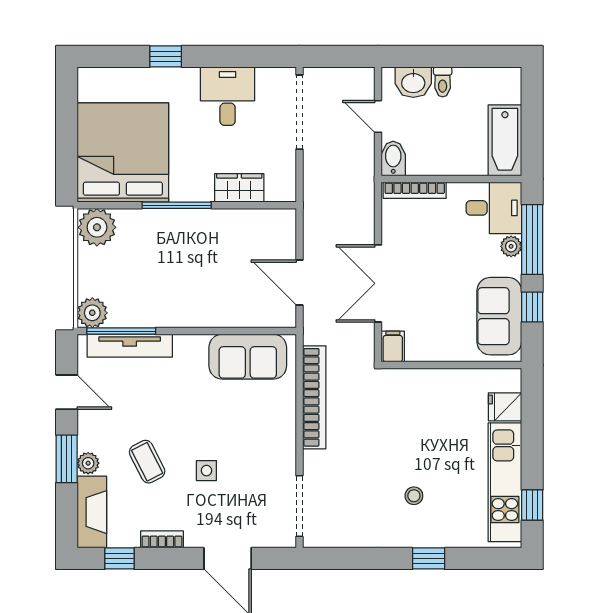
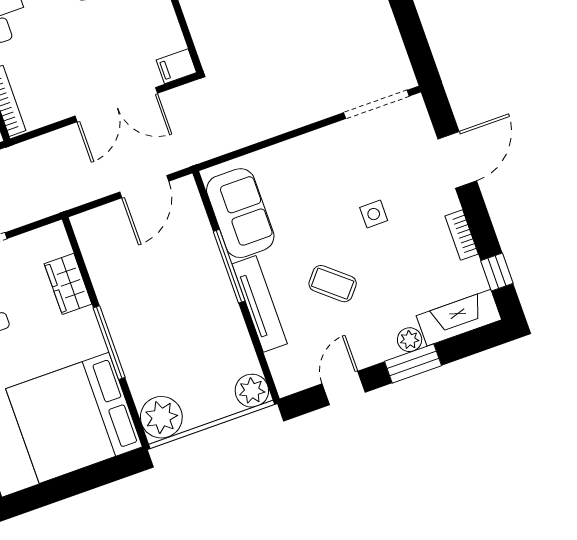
window: (121, 331) -> (229, 266), moved
tv unit: (130, 346) -> (260, 304), moved
bookcase: (314, 397) -> (258, 129), removed
coffee table: (147, 462) -> (333, 284), moved, turned 67

